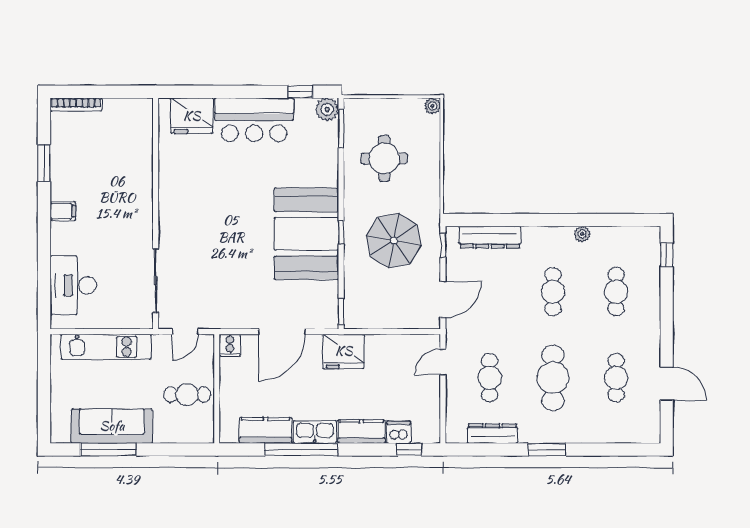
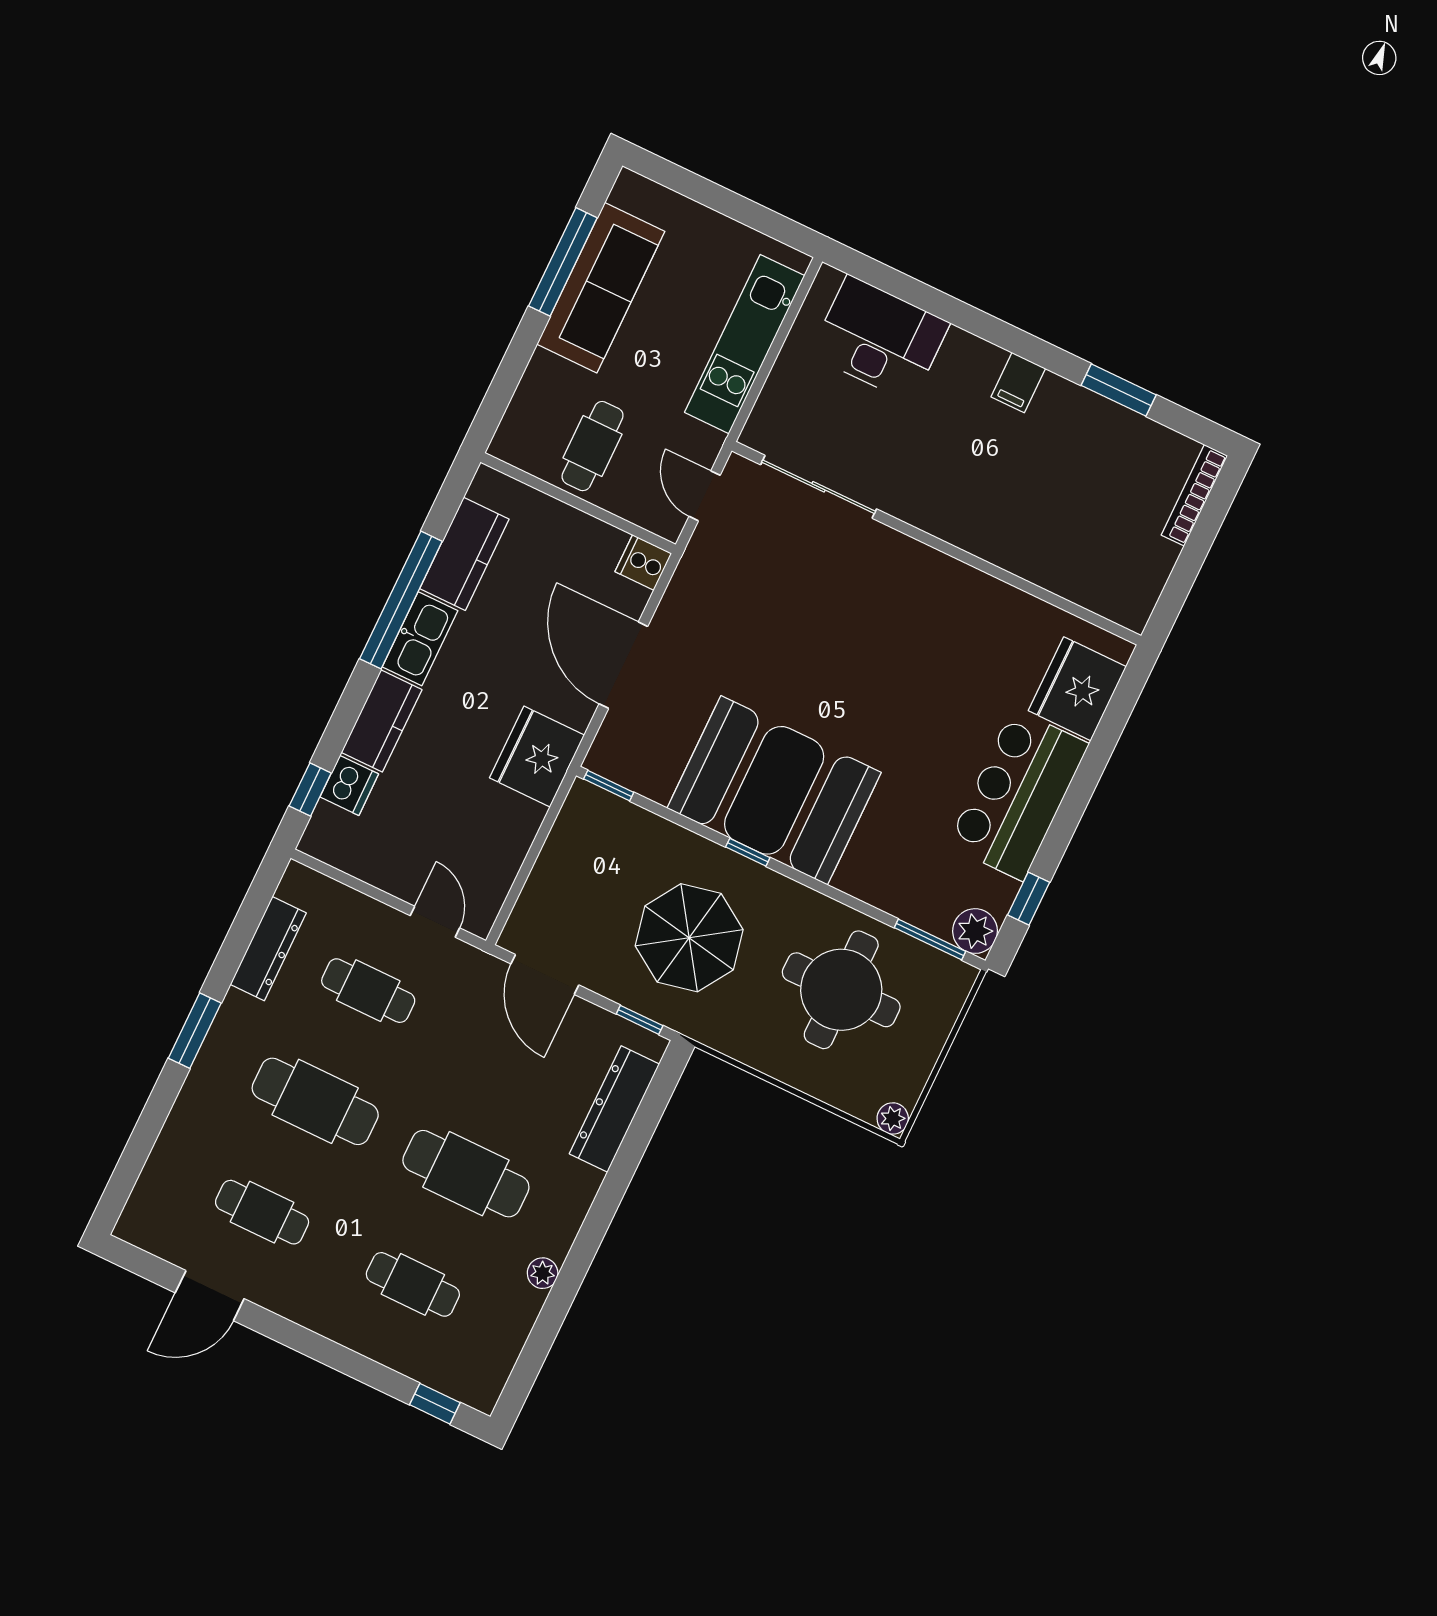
round table: (384, 158) -> (841, 990), width x1.36, depth x1.36
cafe table: (553, 292) -> (466, 1174), width x1.37, depth x1.35

